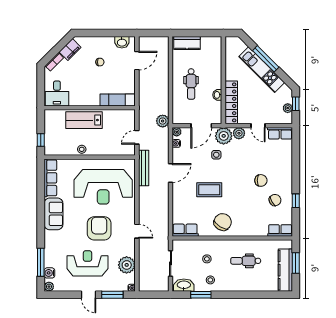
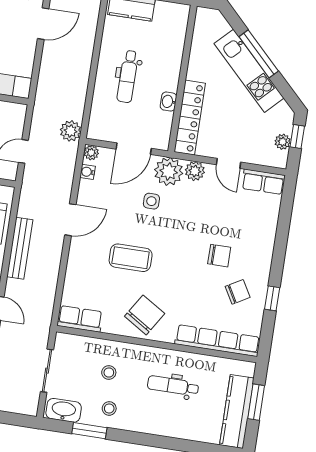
bench: (144, 168) -> (20, 248), moved
row of seats: (280, 230) -> (217, 341), width x2.02

